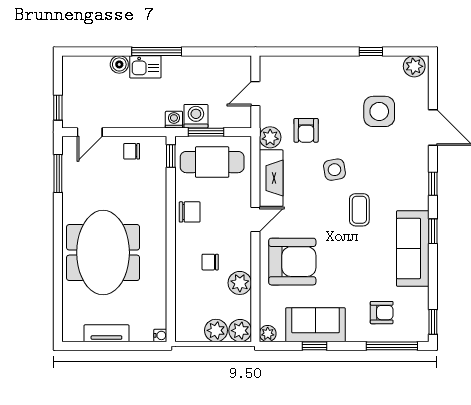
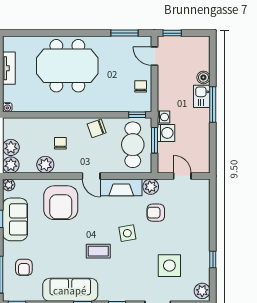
chair: (190, 212) -> (97, 128), turned 70

